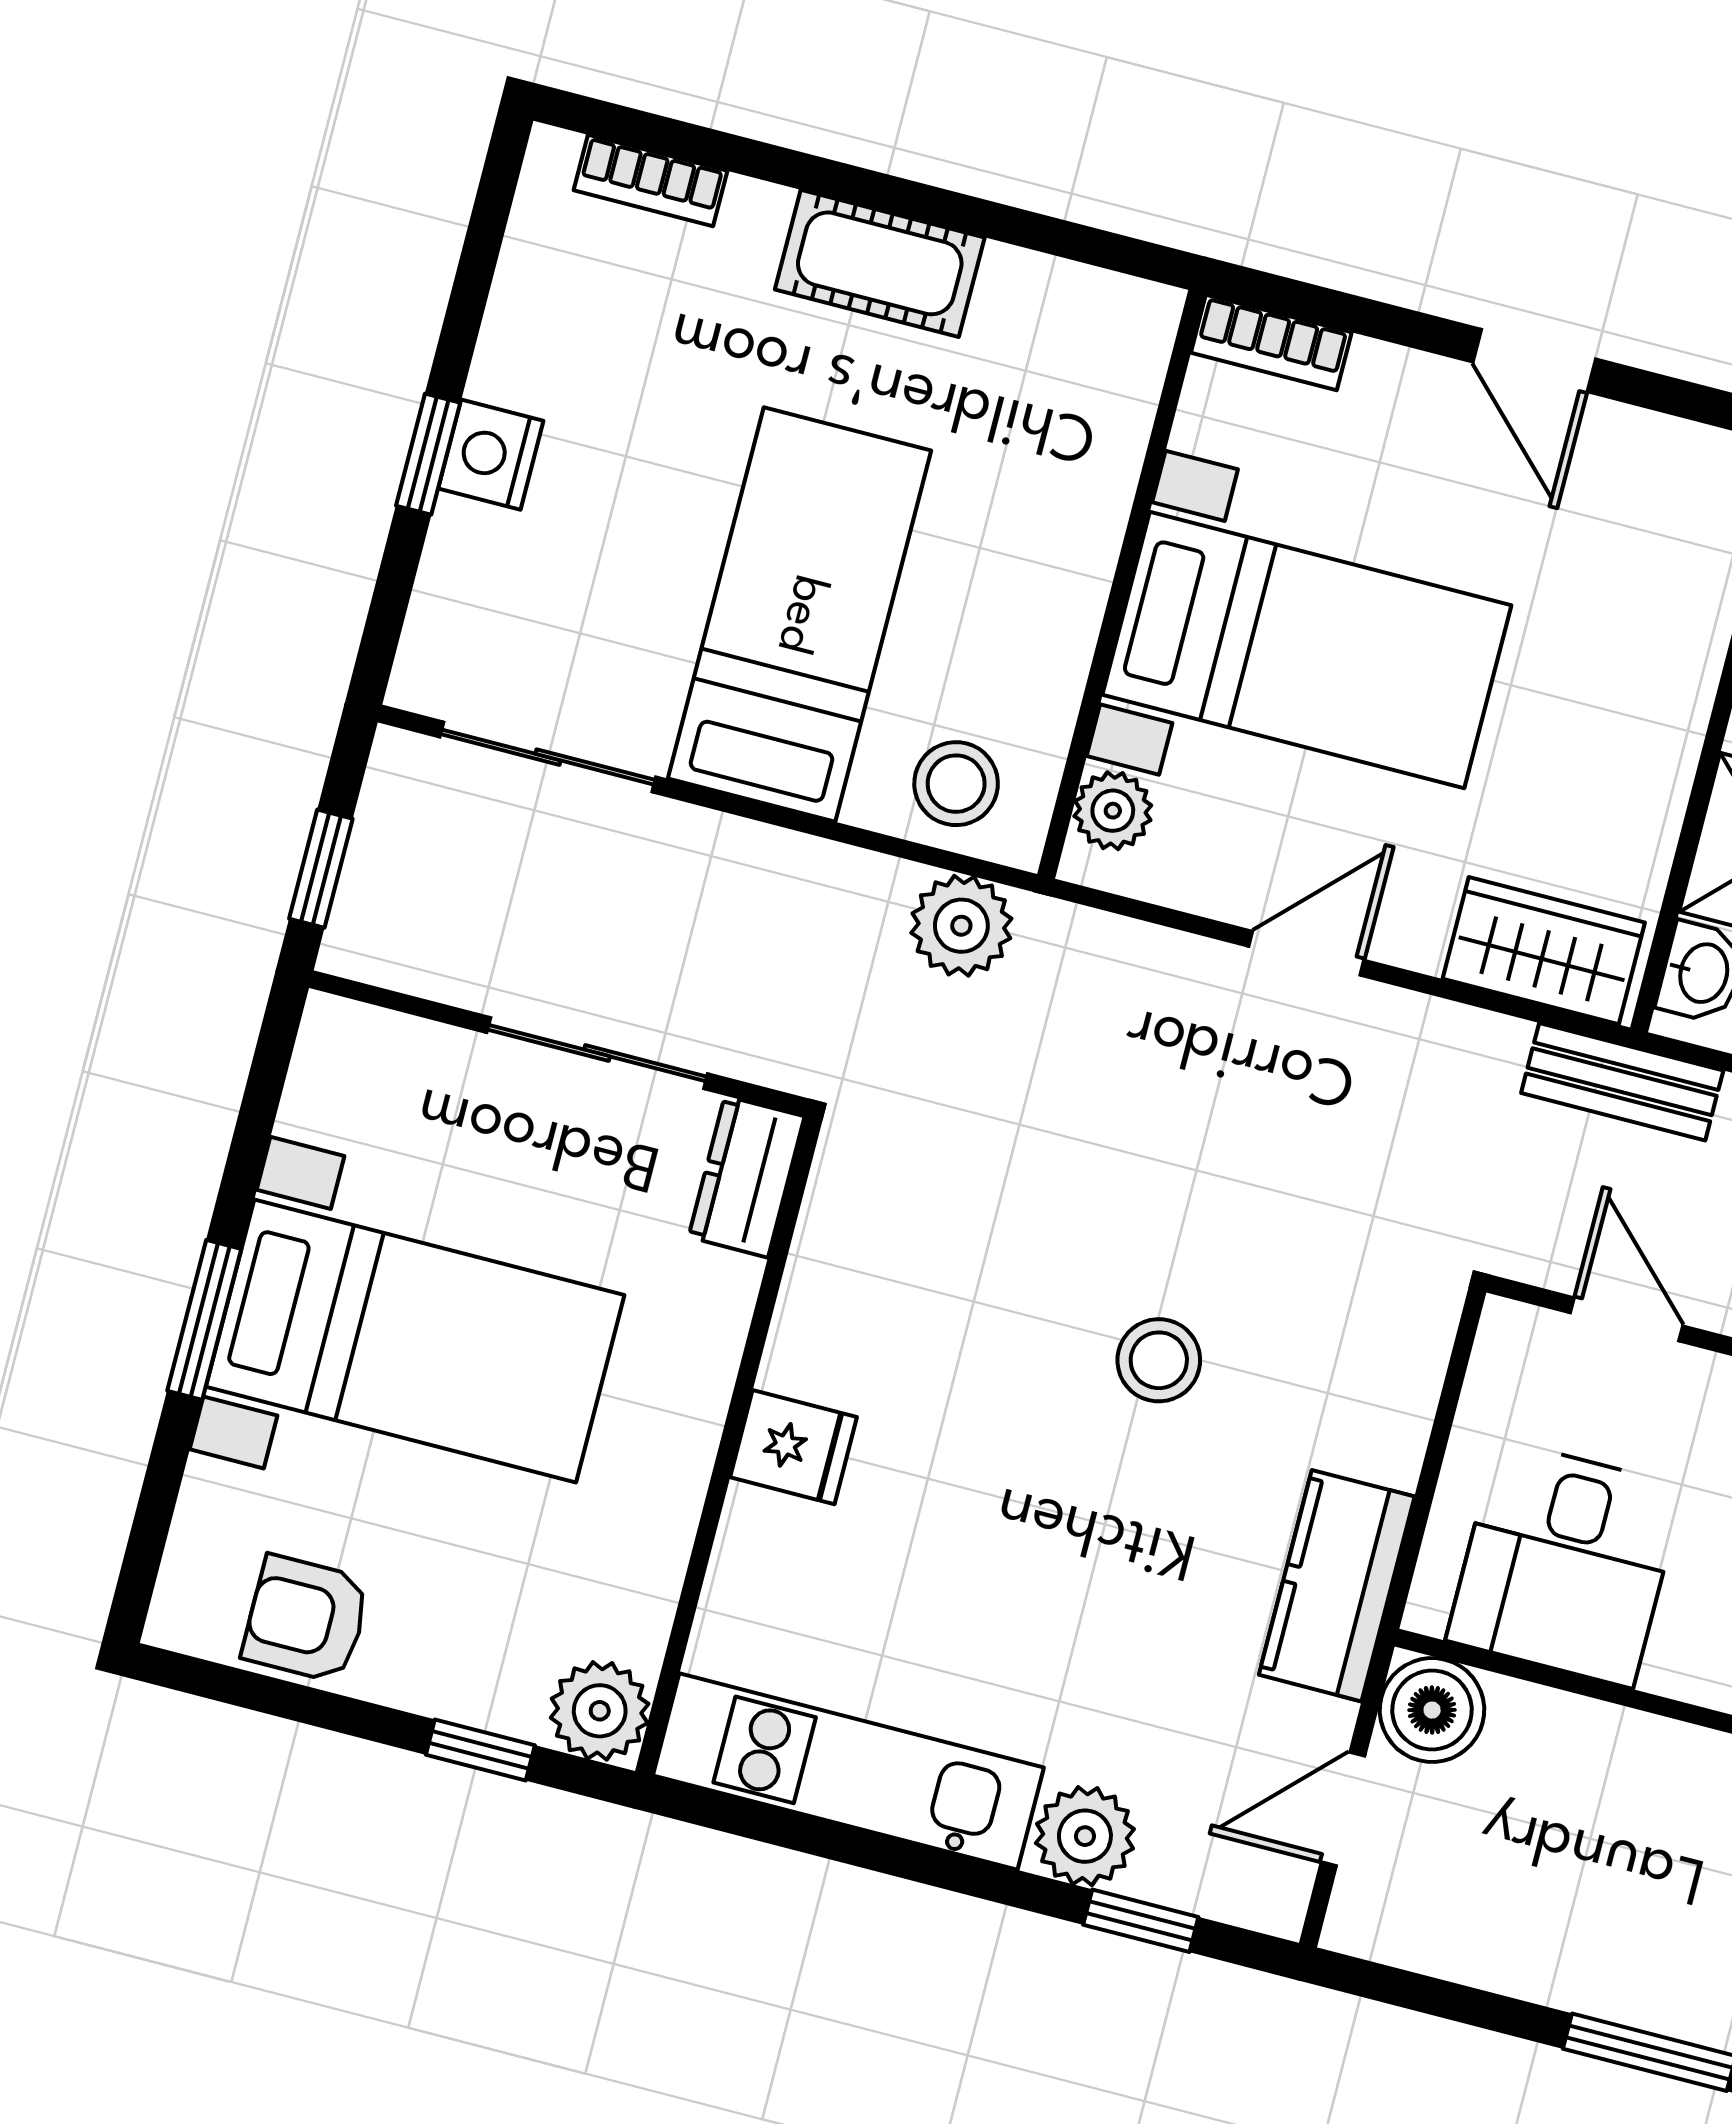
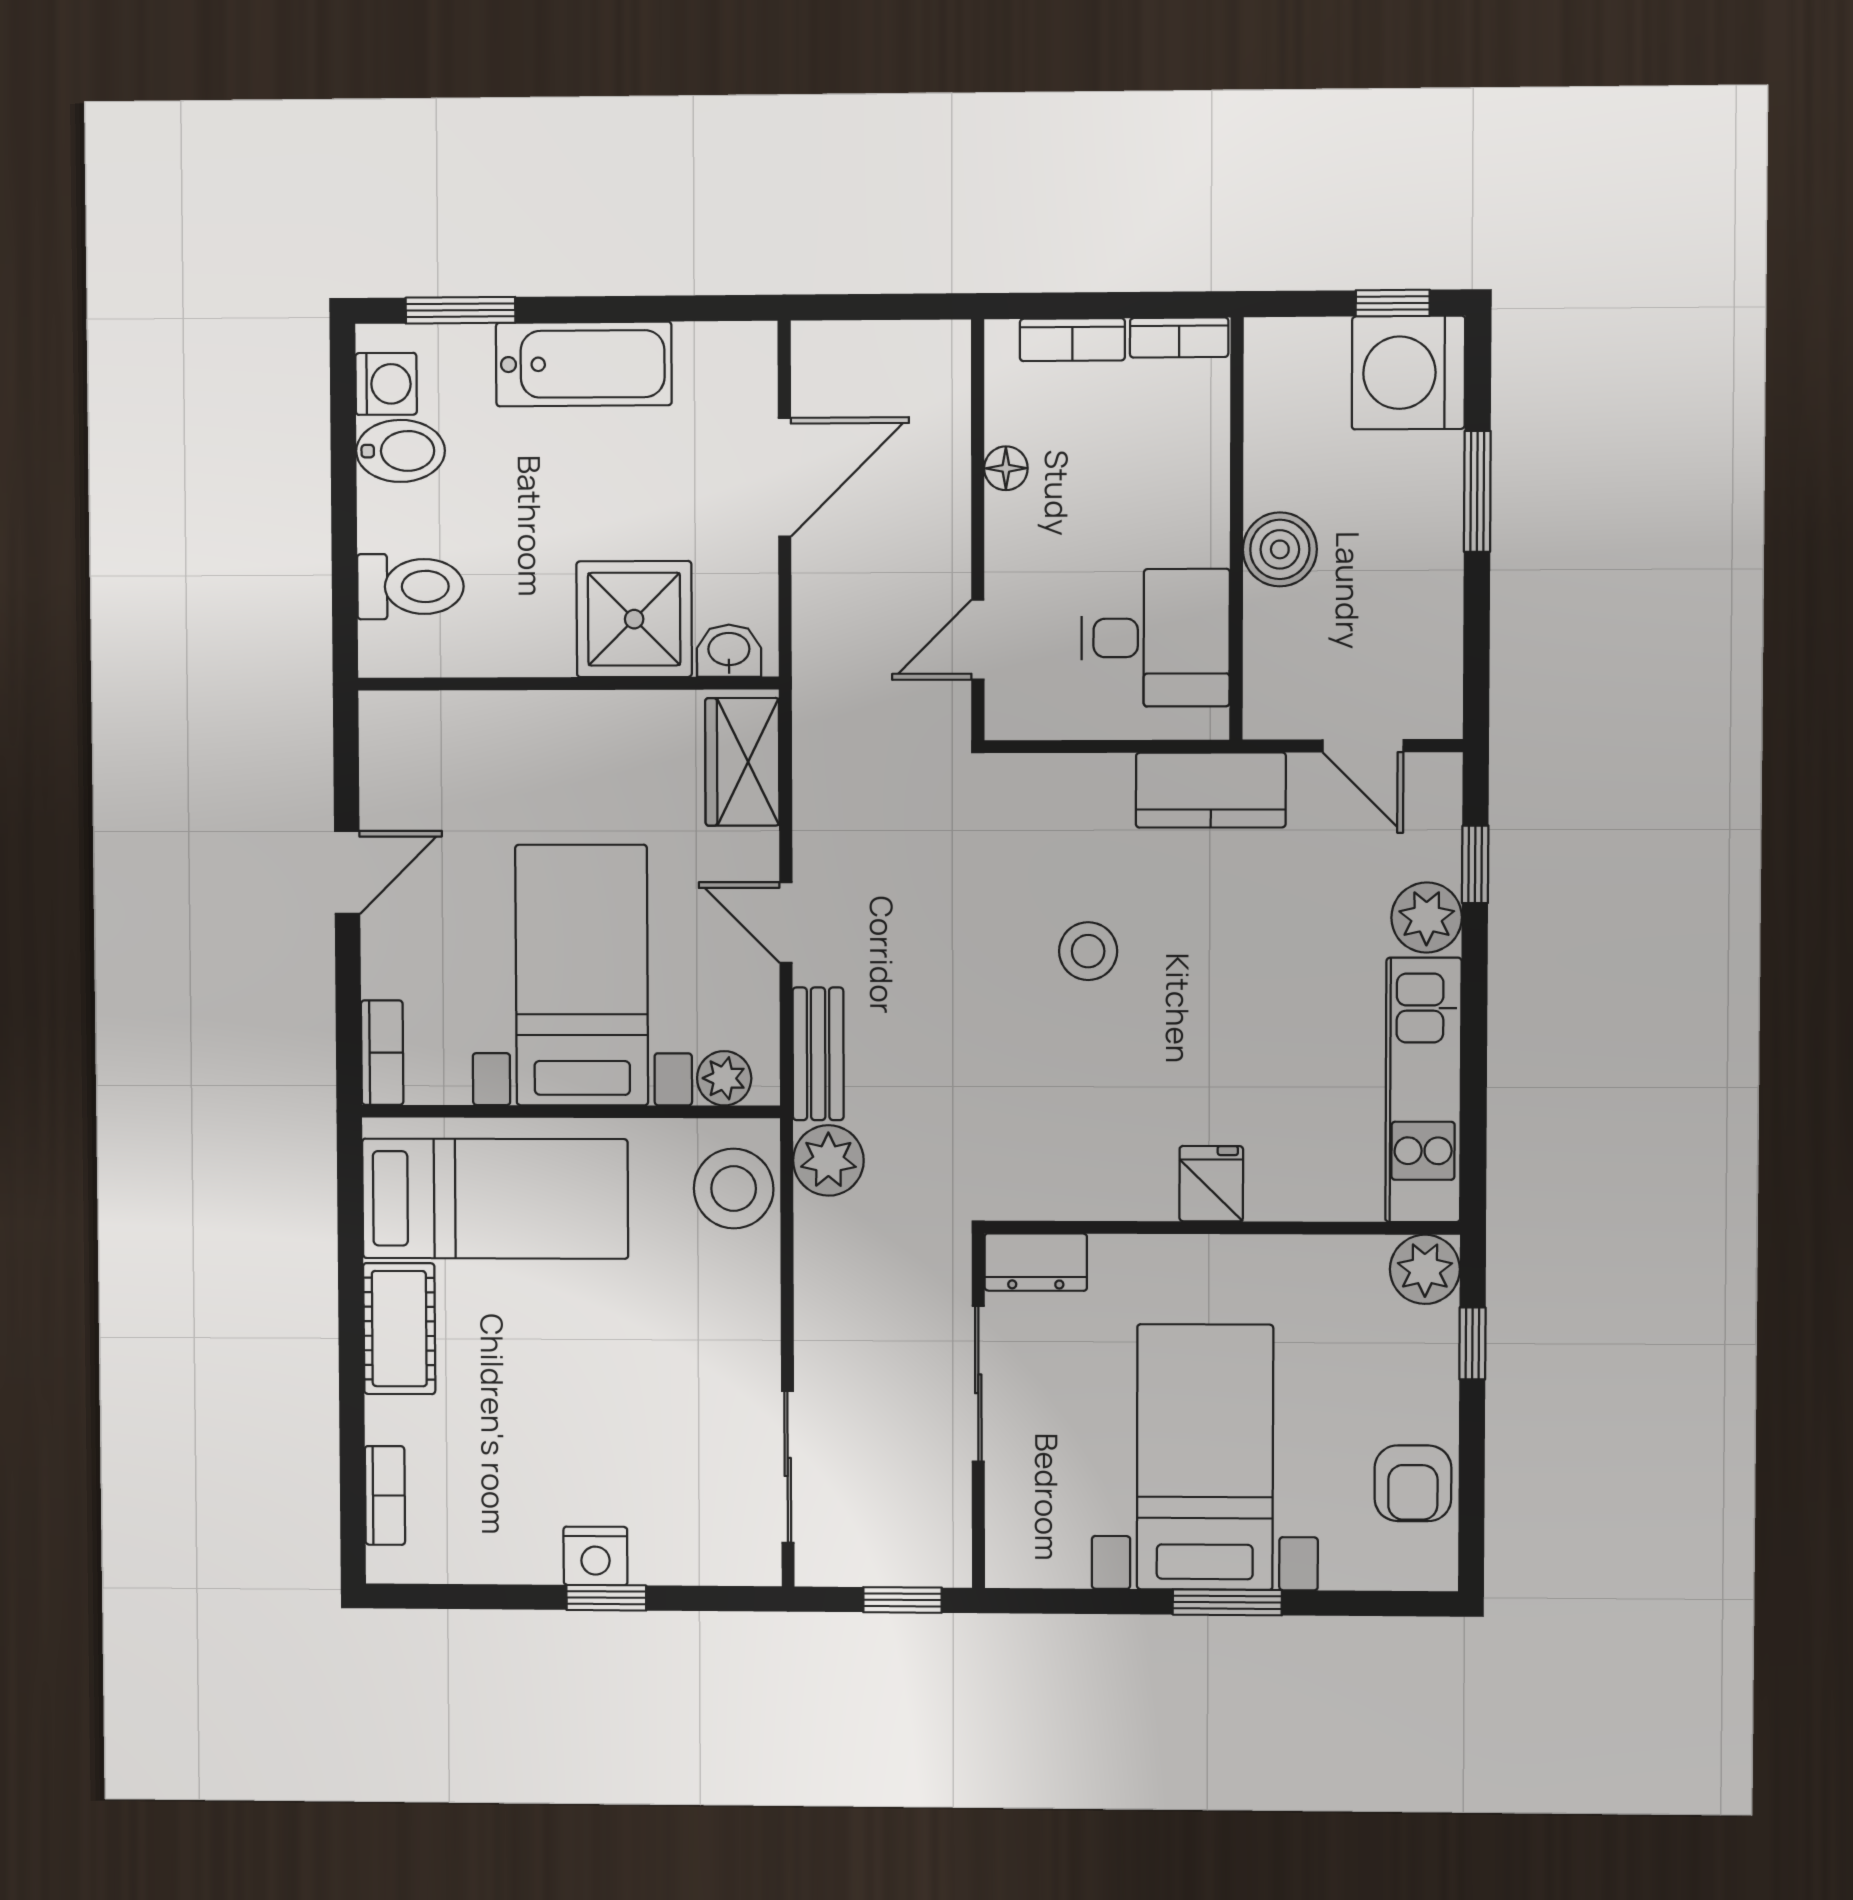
bed: (800, 614) -> (495, 1199), moved, turned 180
stool: (956, 784) -> (734, 1189), width x1.38, depth x1.38
bench: (1622, 1082) -> (818, 1054), moved
boiler: (1432, 1710) -> (1280, 549), moved

